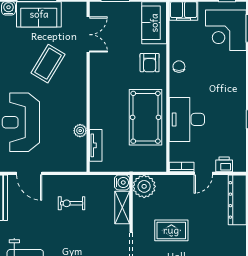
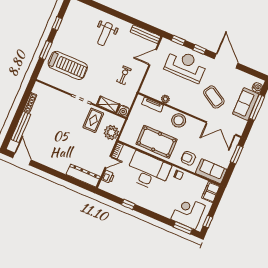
double door: (88, 35) -> (221, 129), width x1.37
stool: (102, 99) -> (179, 120), added
desk: (187, 119) -> (148, 171), width x1.36, depth x1.30
door: (203, 173) -> (108, 162), swing flipped
plant: (144, 186) -> (111, 133), moved
rug: (171, 230) -> (93, 120), moved

